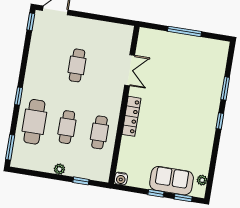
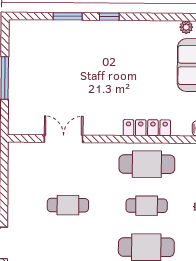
locker: (131, 116) -> (147, 128), moved
cafe table: (99, 132) -> (147, 164), width x1.37, depth x1.35

